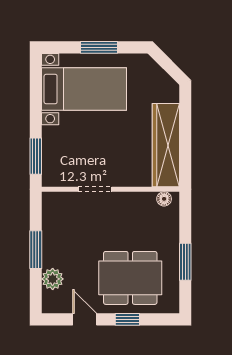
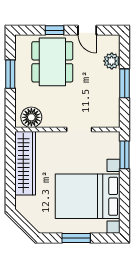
bed with nightstands: (84, 89) -> (88, 196), width x1.36
floor lamp: (164, 199) -> (31, 117), width x1.89, depth x1.89
dining table: (130, 278) -> (52, 62), turned 90

